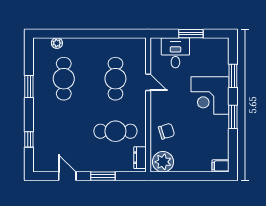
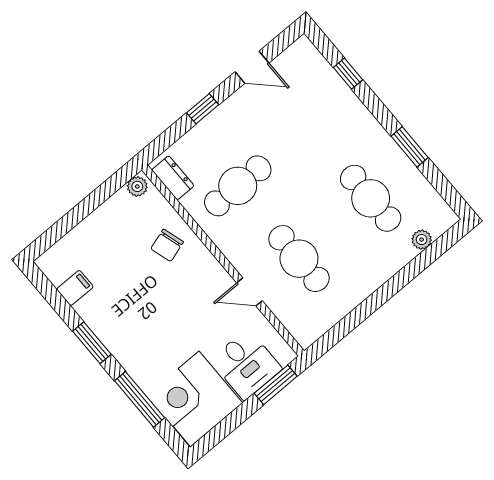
window: (191, 34) -> (276, 385), moved
window: (233, 76) -> (140, 399), width x1.44
corner desk: (210, 96) -> (195, 399), moved, turned -90
plant: (163, 162) -> (137, 186), width x0.53, depth x0.53
filing cabinet: (221, 166) -> (75, 288), moved
window: (103, 176) -> (203, 109), width x0.67

